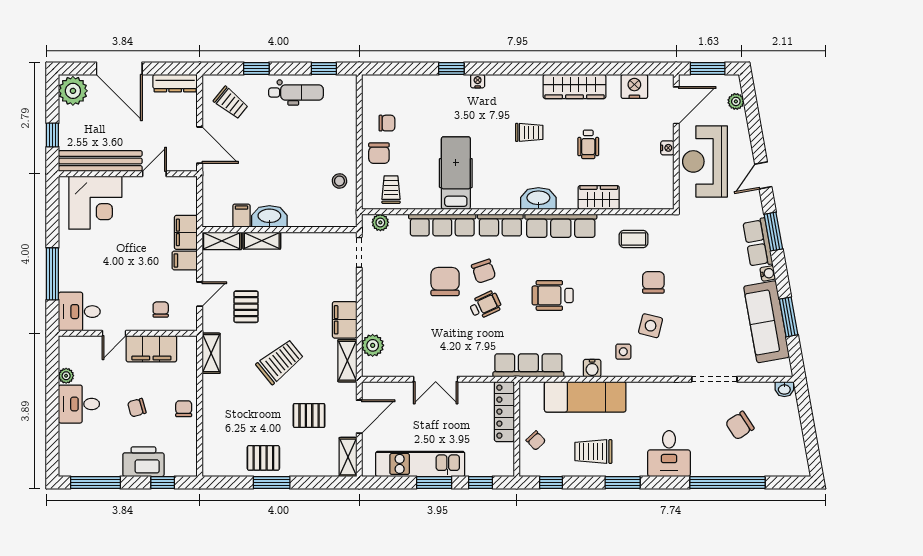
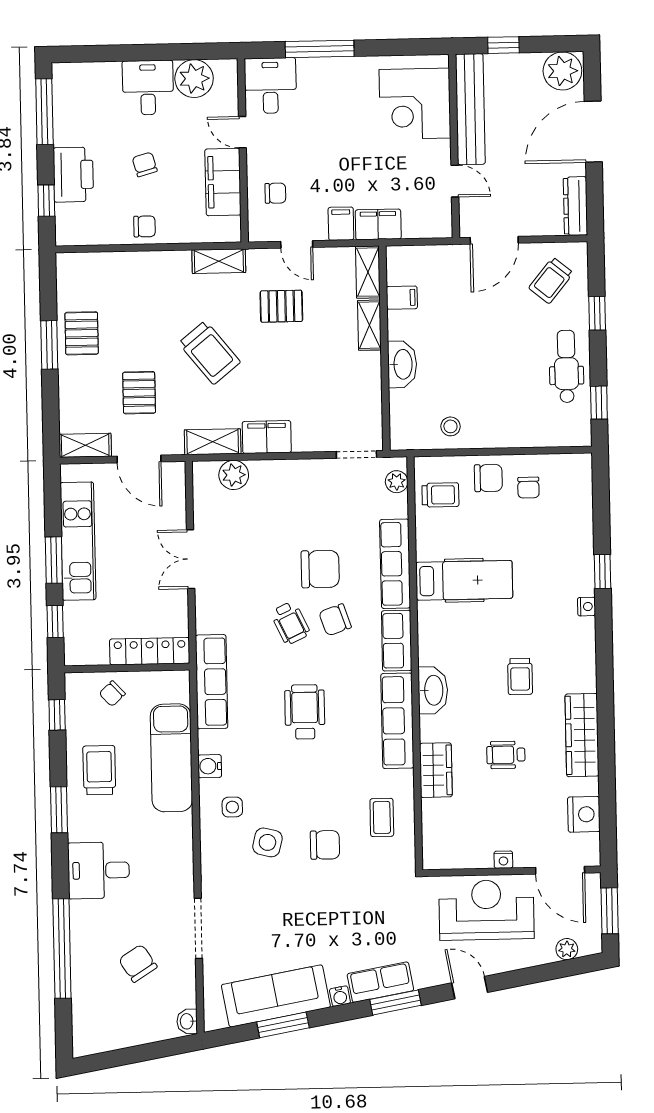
dental chair: (296, 92) -> (566, 366), turned 180
chair: (379, 153) -> (488, 478), turned 180
washbasin: (269, 216) -> (402, 364), moved
plant: (66, 376) -> (194, 79), width x1.88, depth x1.88

